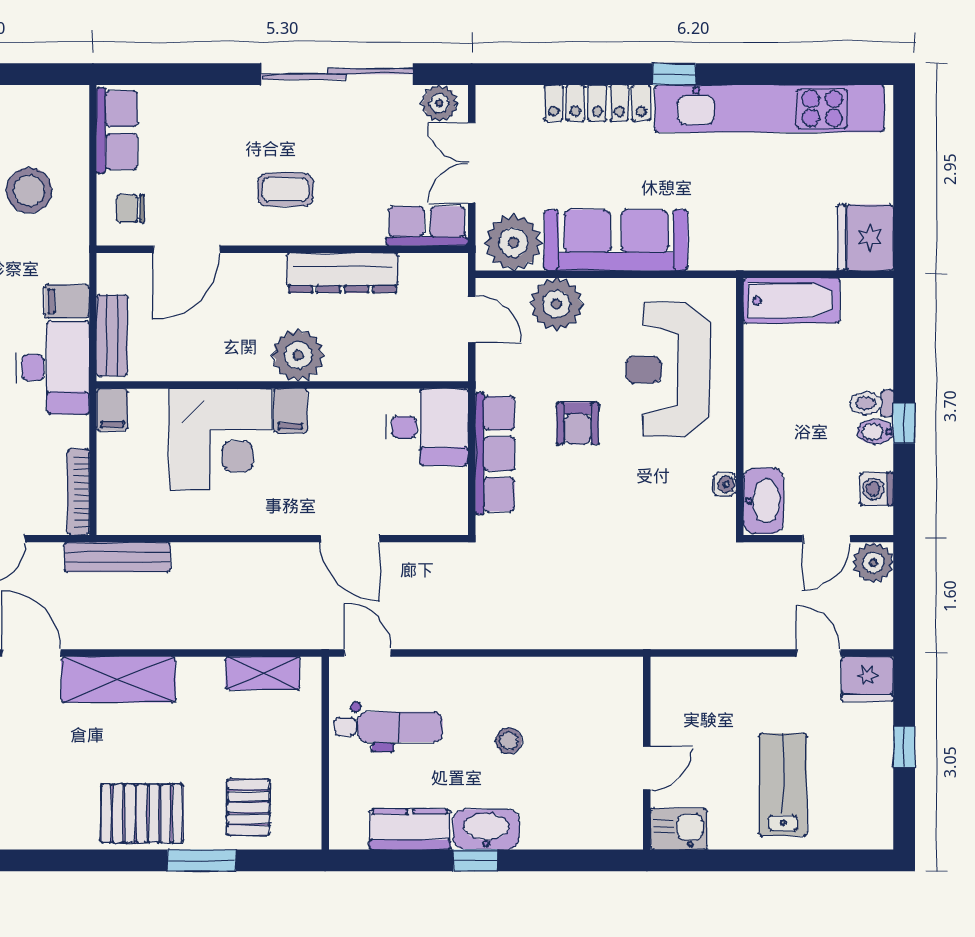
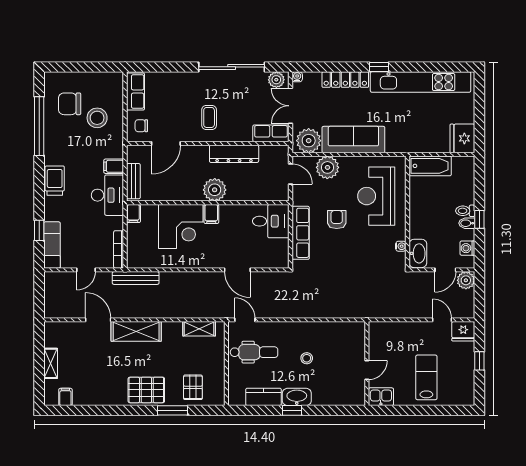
water cooler: (487, 97) -> (297, 77), added
coffee table: (285, 190) -> (209, 117), turned 90
armchair: (578, 423) -> (337, 220), turned 180

